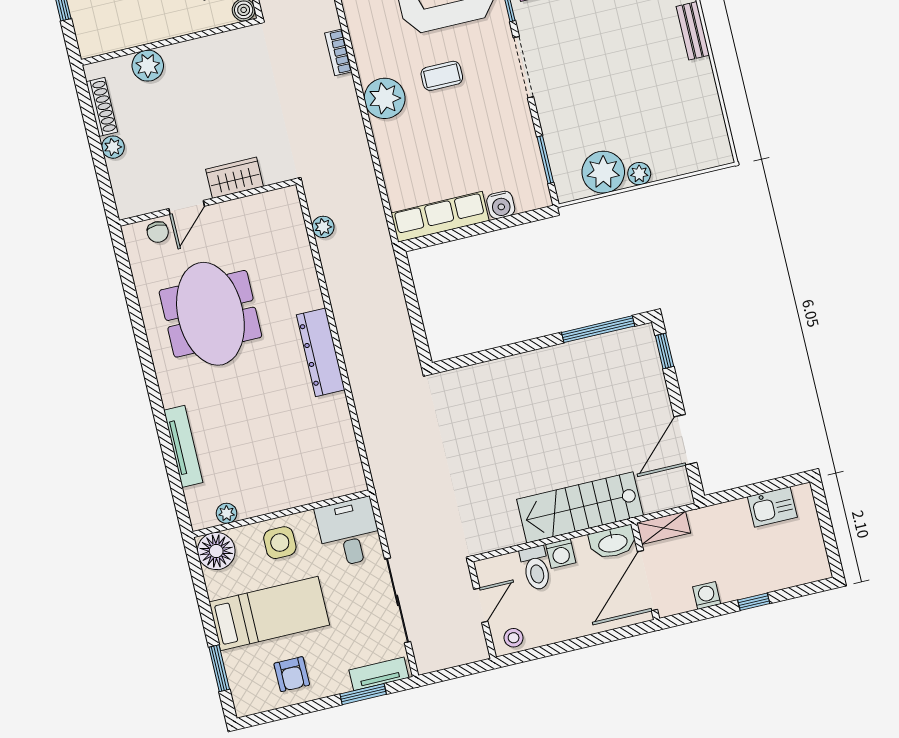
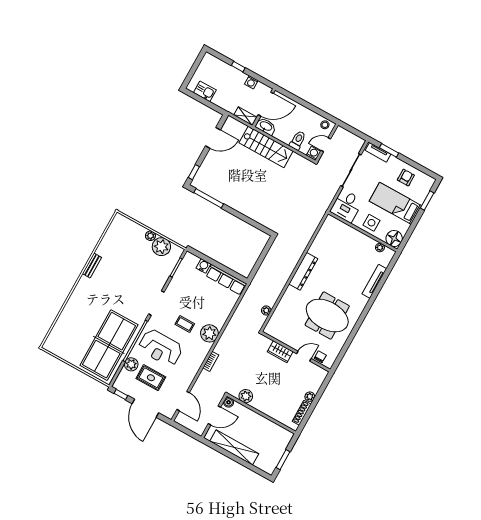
plant: (148, 66) -> (246, 396), moved
meeting table: (210, 314) -> (327, 316), turned 90
washing machine: (561, 554) -> (313, 153), moved

